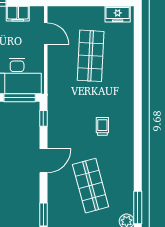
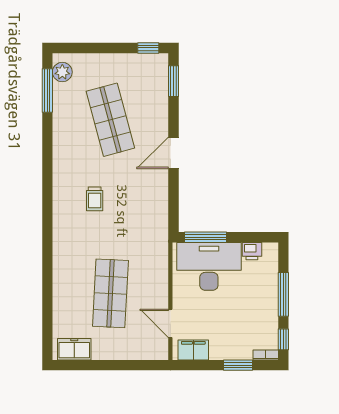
filing cabinet: (18, 14) -> (193, 350), moved
window: (43, 118) -> (174, 210), removed

